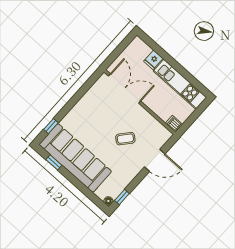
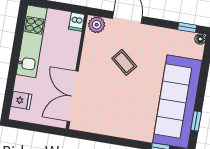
fridge: (153, 60) -> (21, 100), moved
plant: (163, 136) -> (97, 25), added

